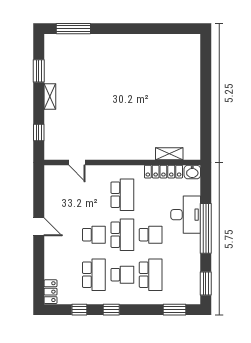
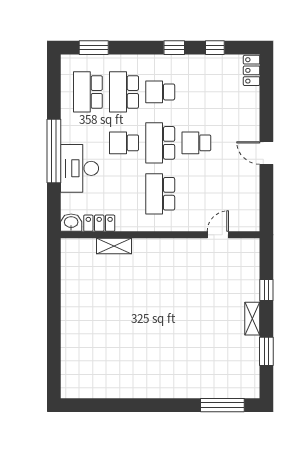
window: (39, 133) -> (266, 290), moved
shelving: (169, 154) -> (114, 246), moved
door: (77, 162) -> (218, 235), hinge flipped
locker: (163, 172) -> (99, 223), width x0.66
school desk: (94, 275) -> (88, 92), moved
window: (206, 284) -> (54, 81), removed

